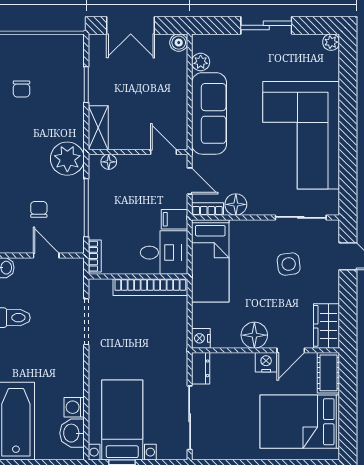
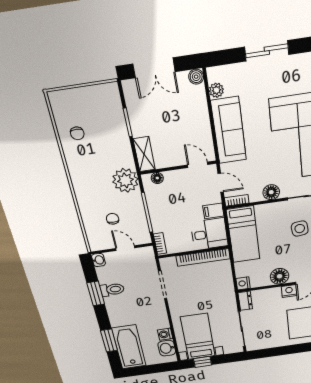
floor lamp: (236, 204) -> (271, 192), moved

